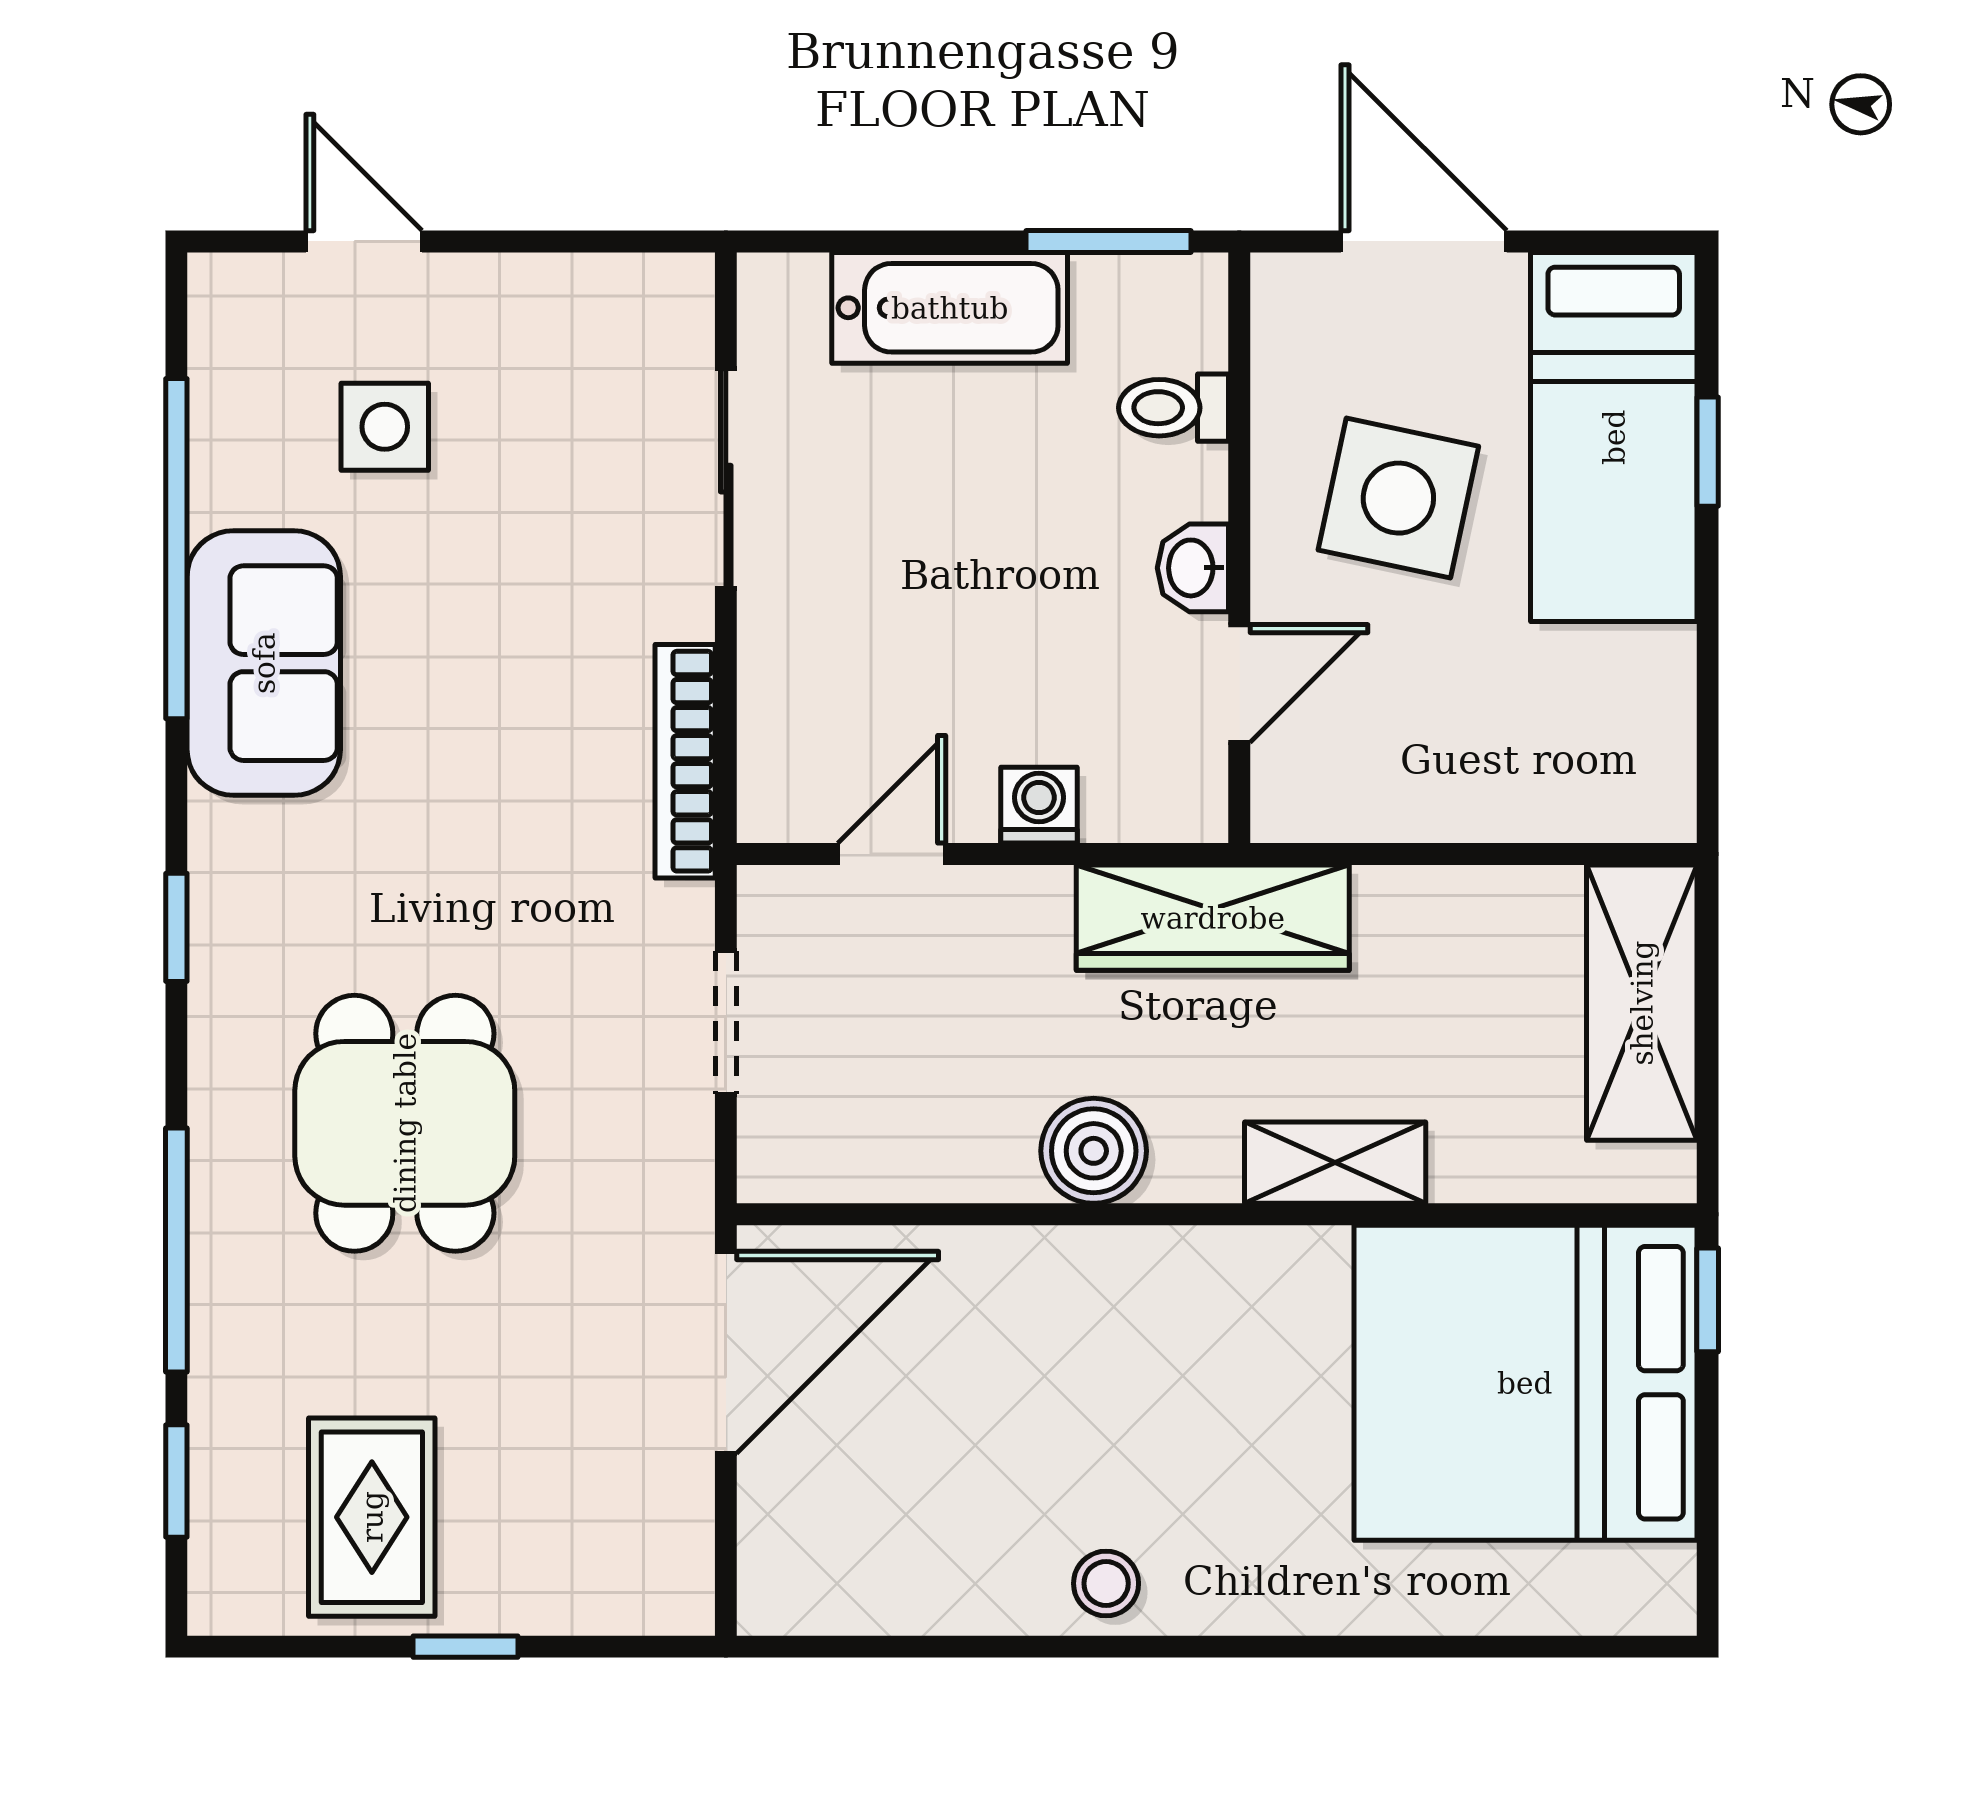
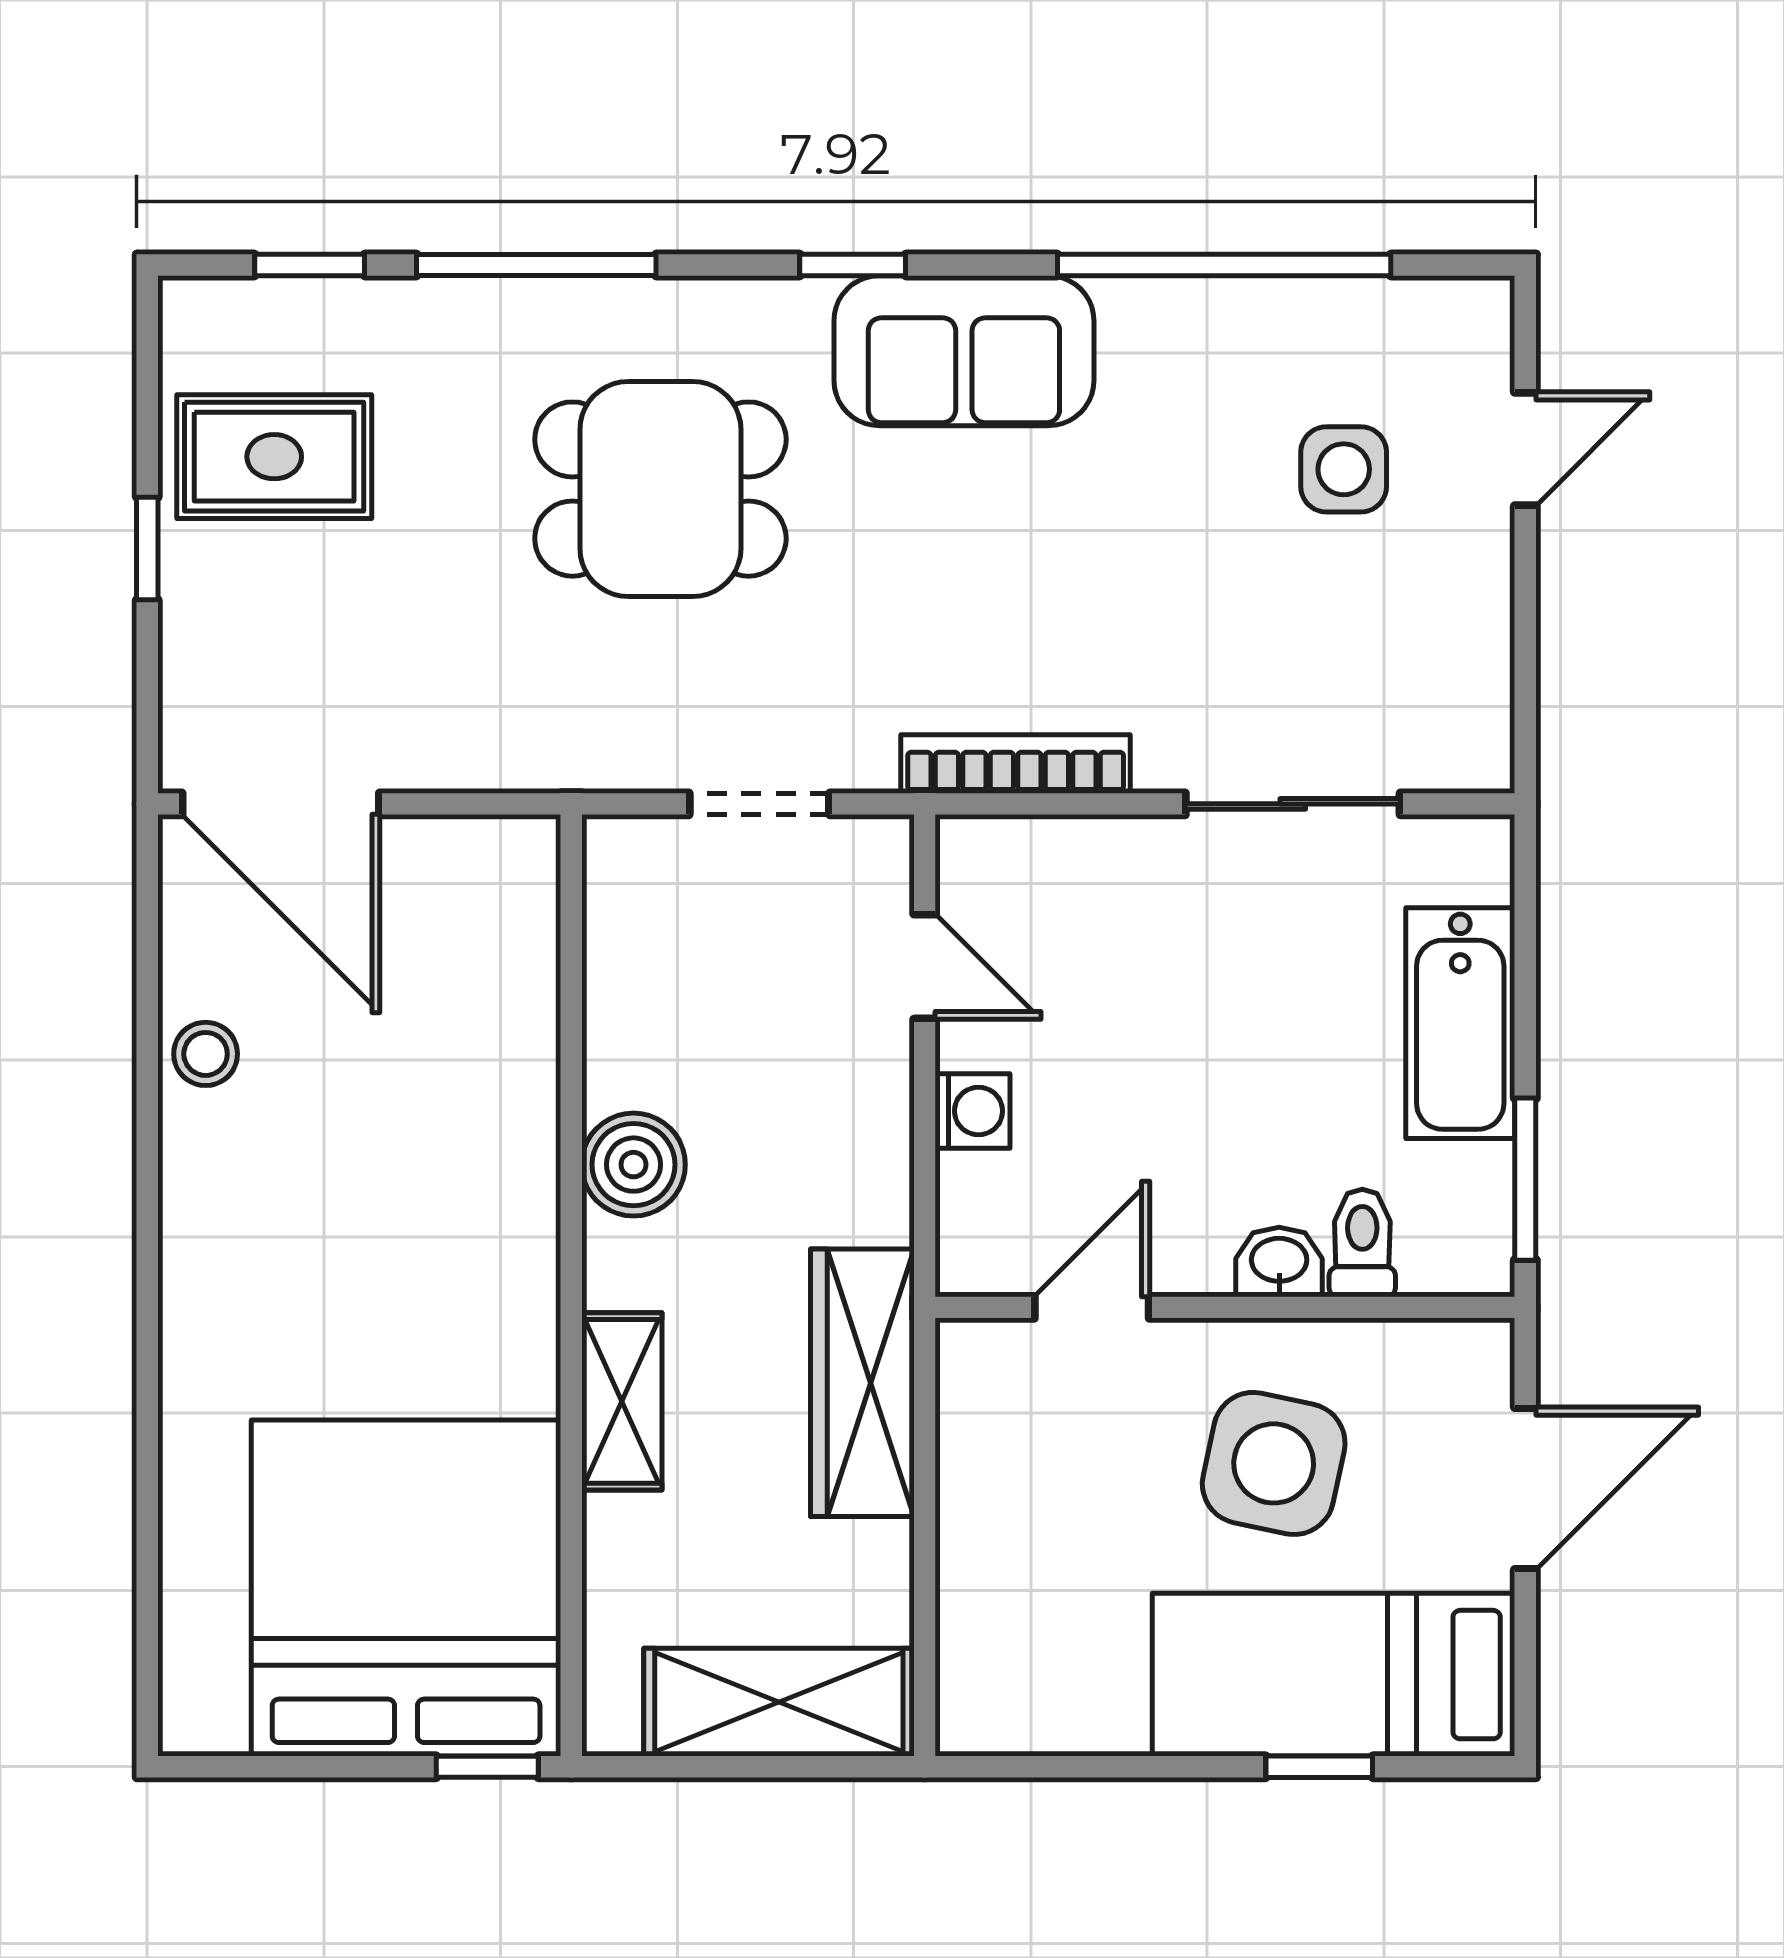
washbasin: (1193, 568) -> (1279, 1262), moved
sofa: (264, 663) -> (964, 351), moved
door: (1239, 684) -> (1092, 1307), swing flipped
wardrobe: (1213, 918) -> (862, 1383), moved
door: (726, 1352) -> (281, 804), moved
stool: (1106, 1583) -> (206, 1054), moved

